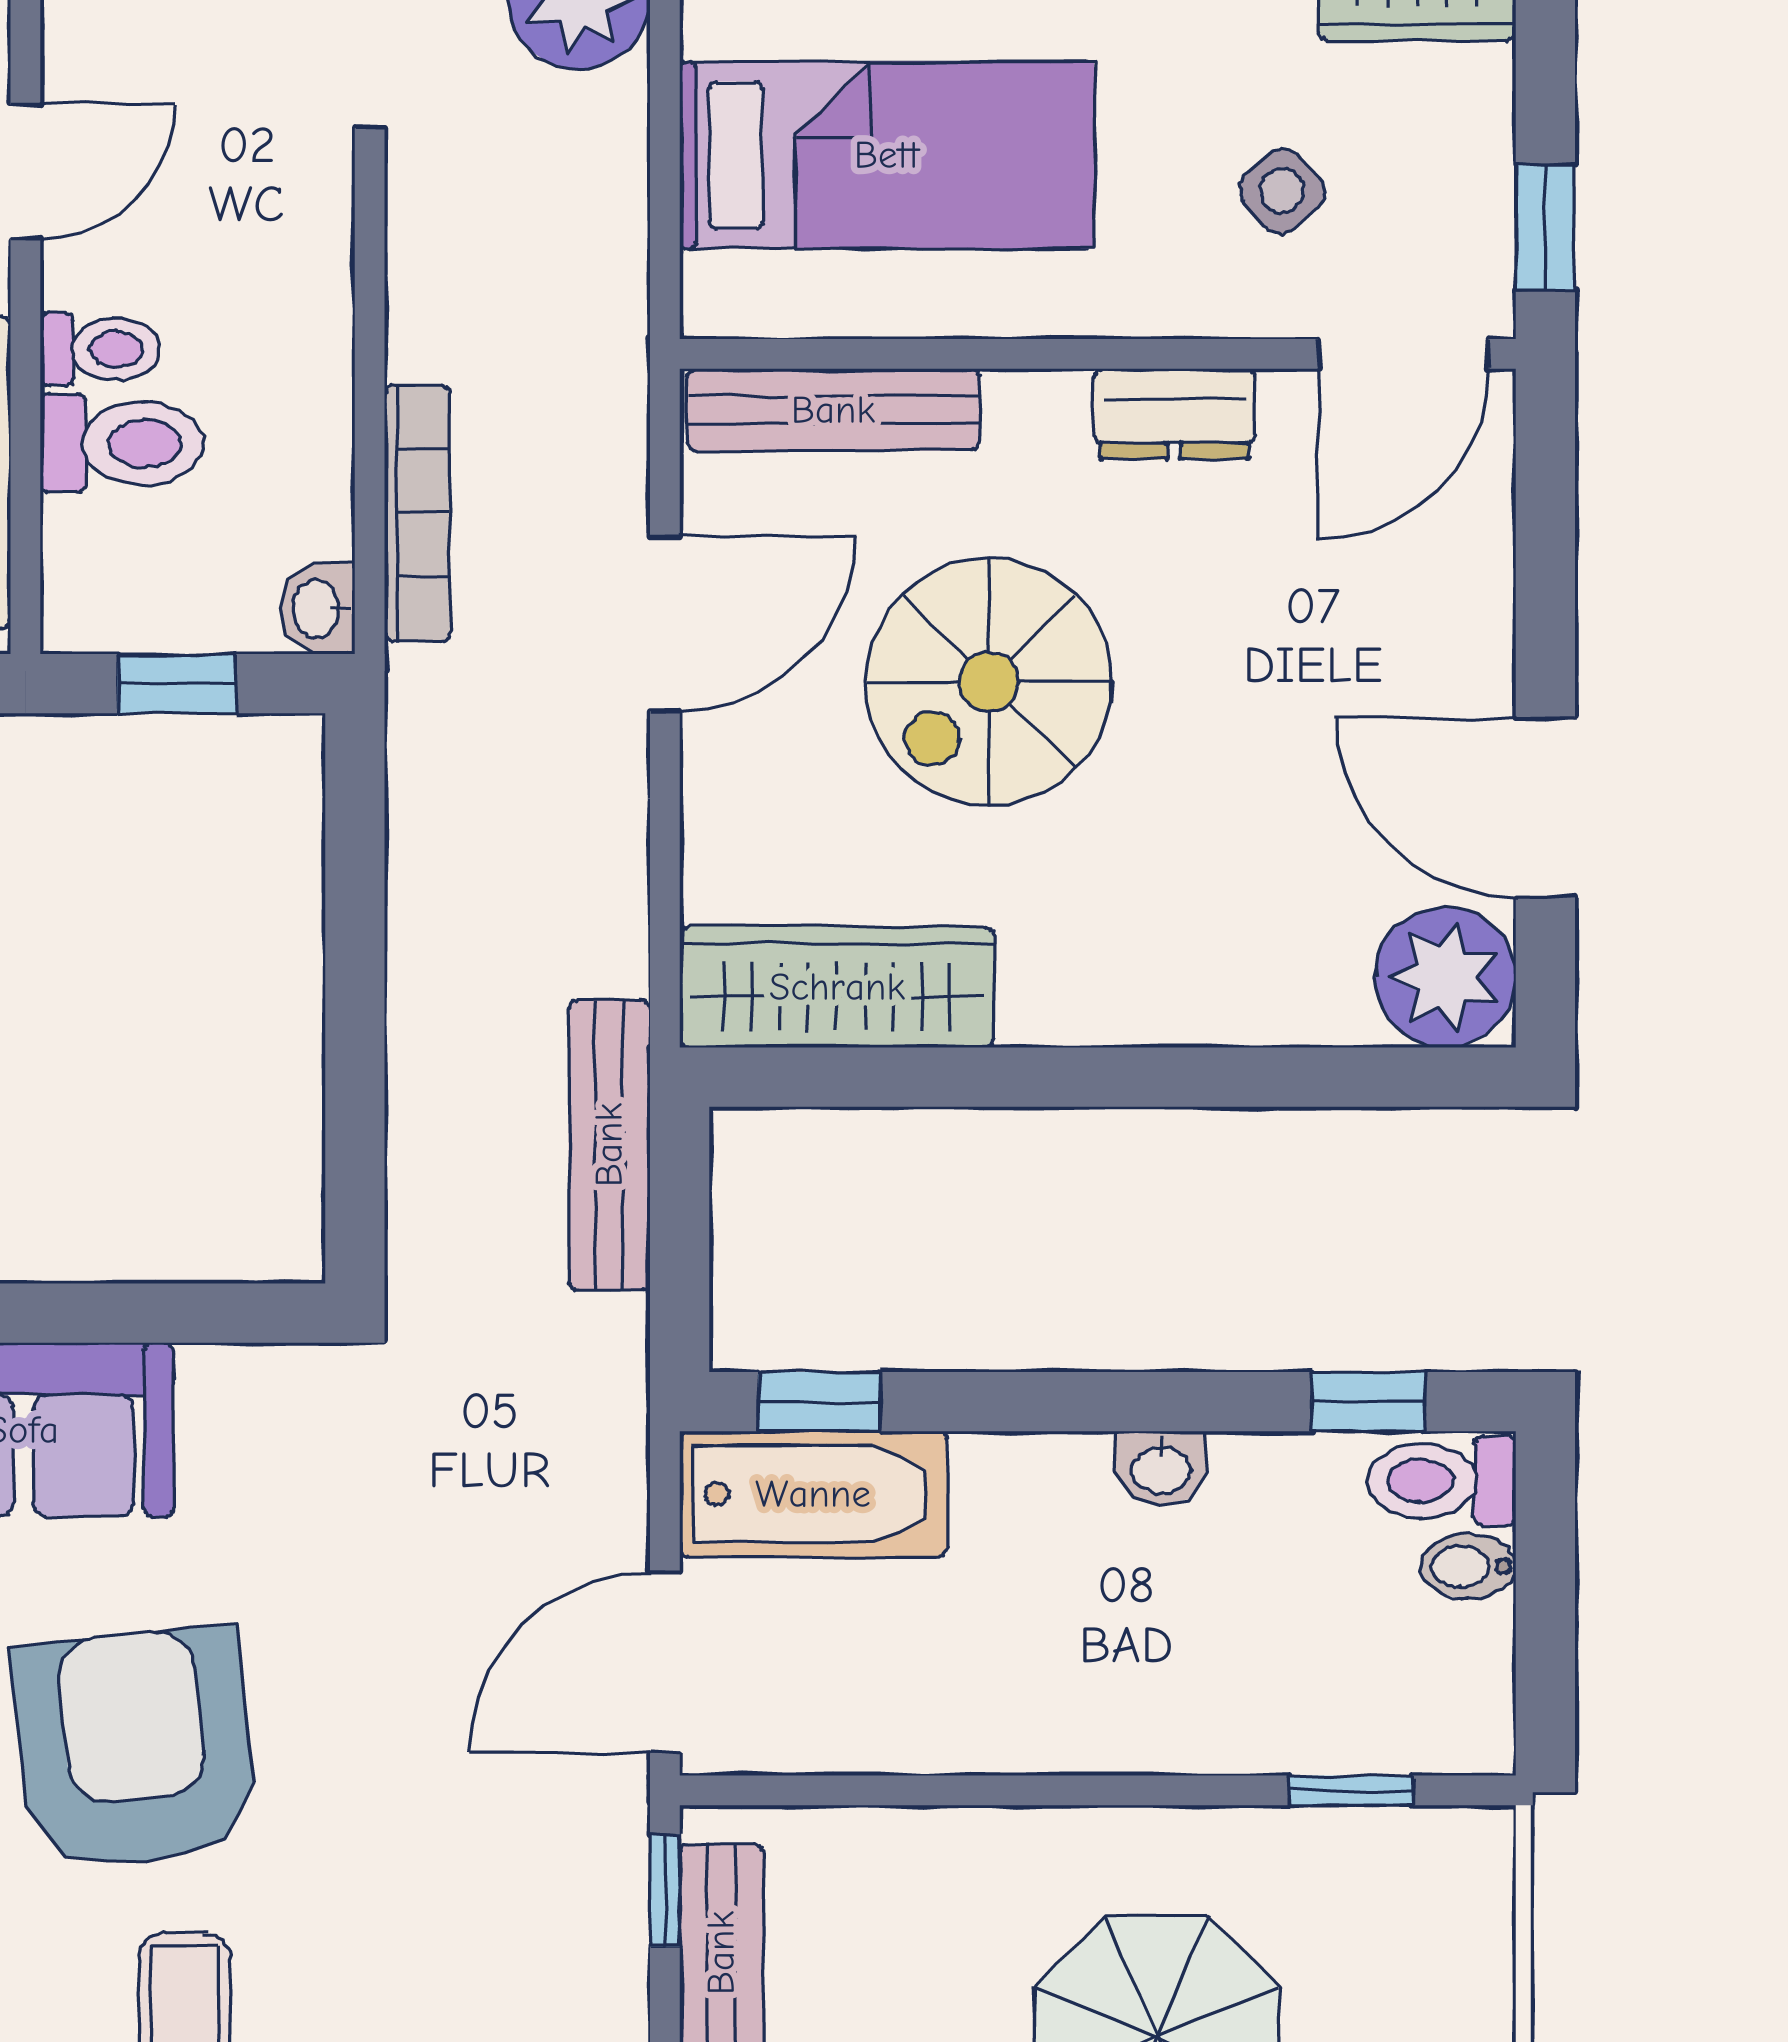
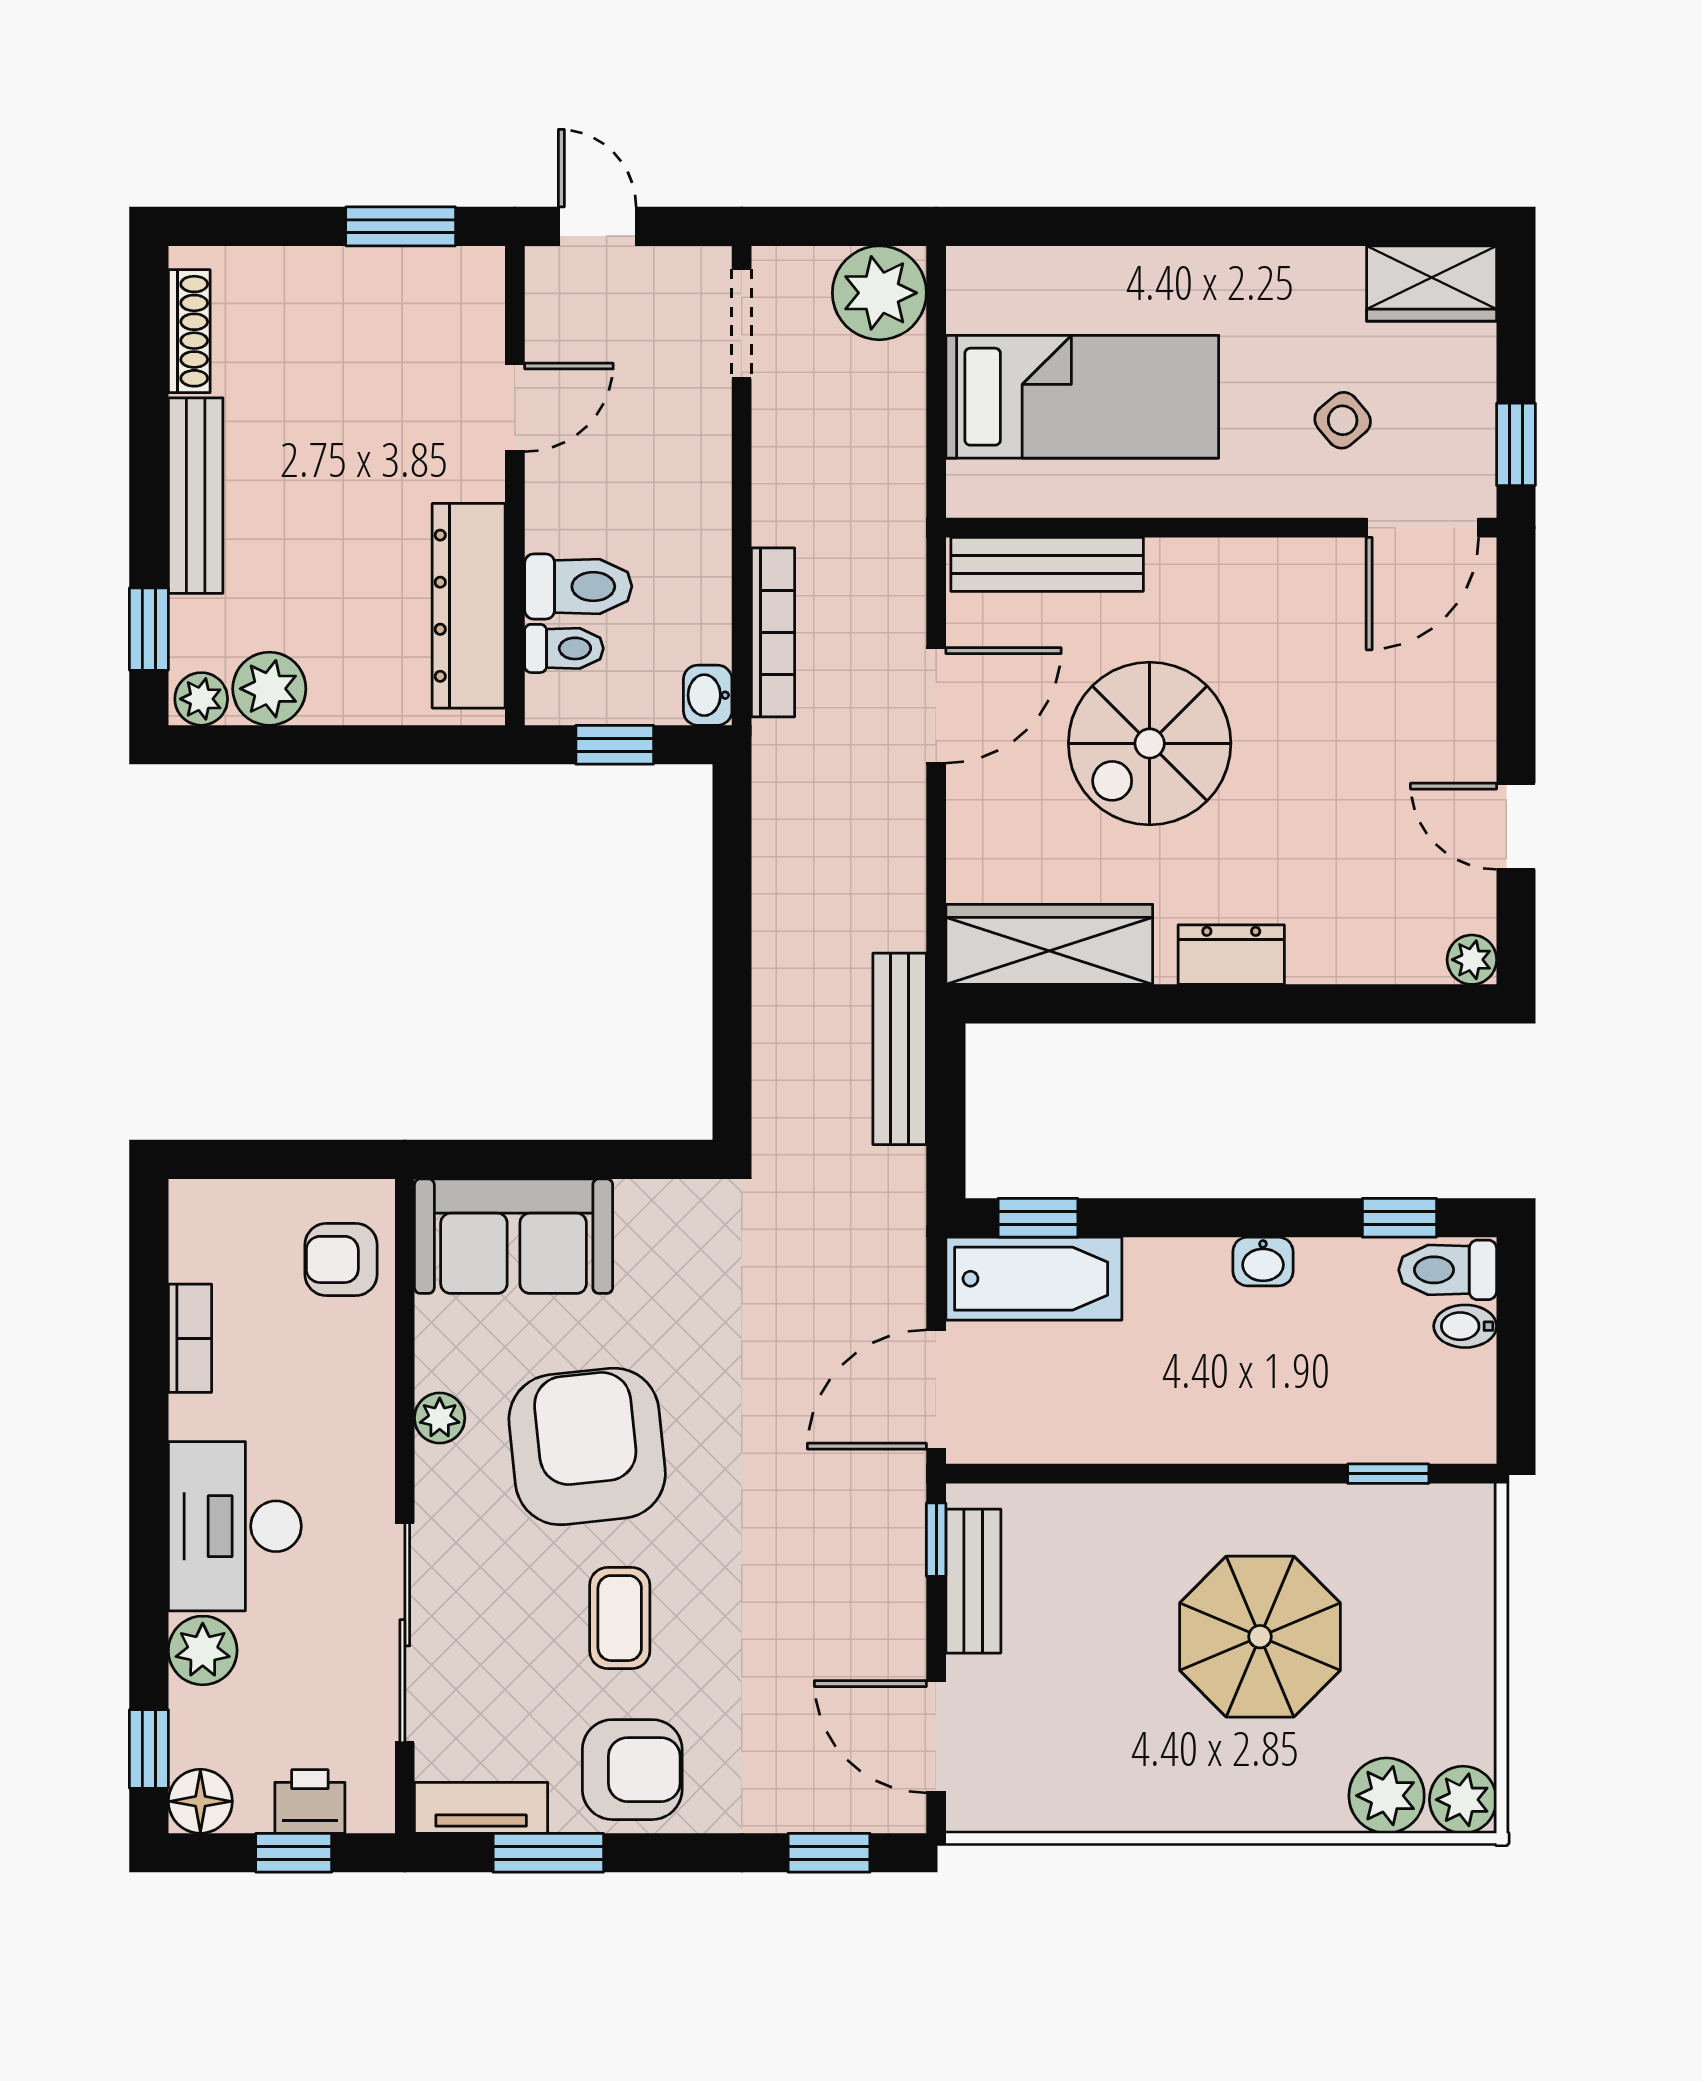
toilet: (100, 349) -> (564, 648), moved
dresser: (1174, 414) -> (1231, 955), moved, turned 180
door: (1545, 807) -> (1516, 826), width x0.73
plant: (1445, 977) -> (1472, 960), width x0.53, depth x0.53

